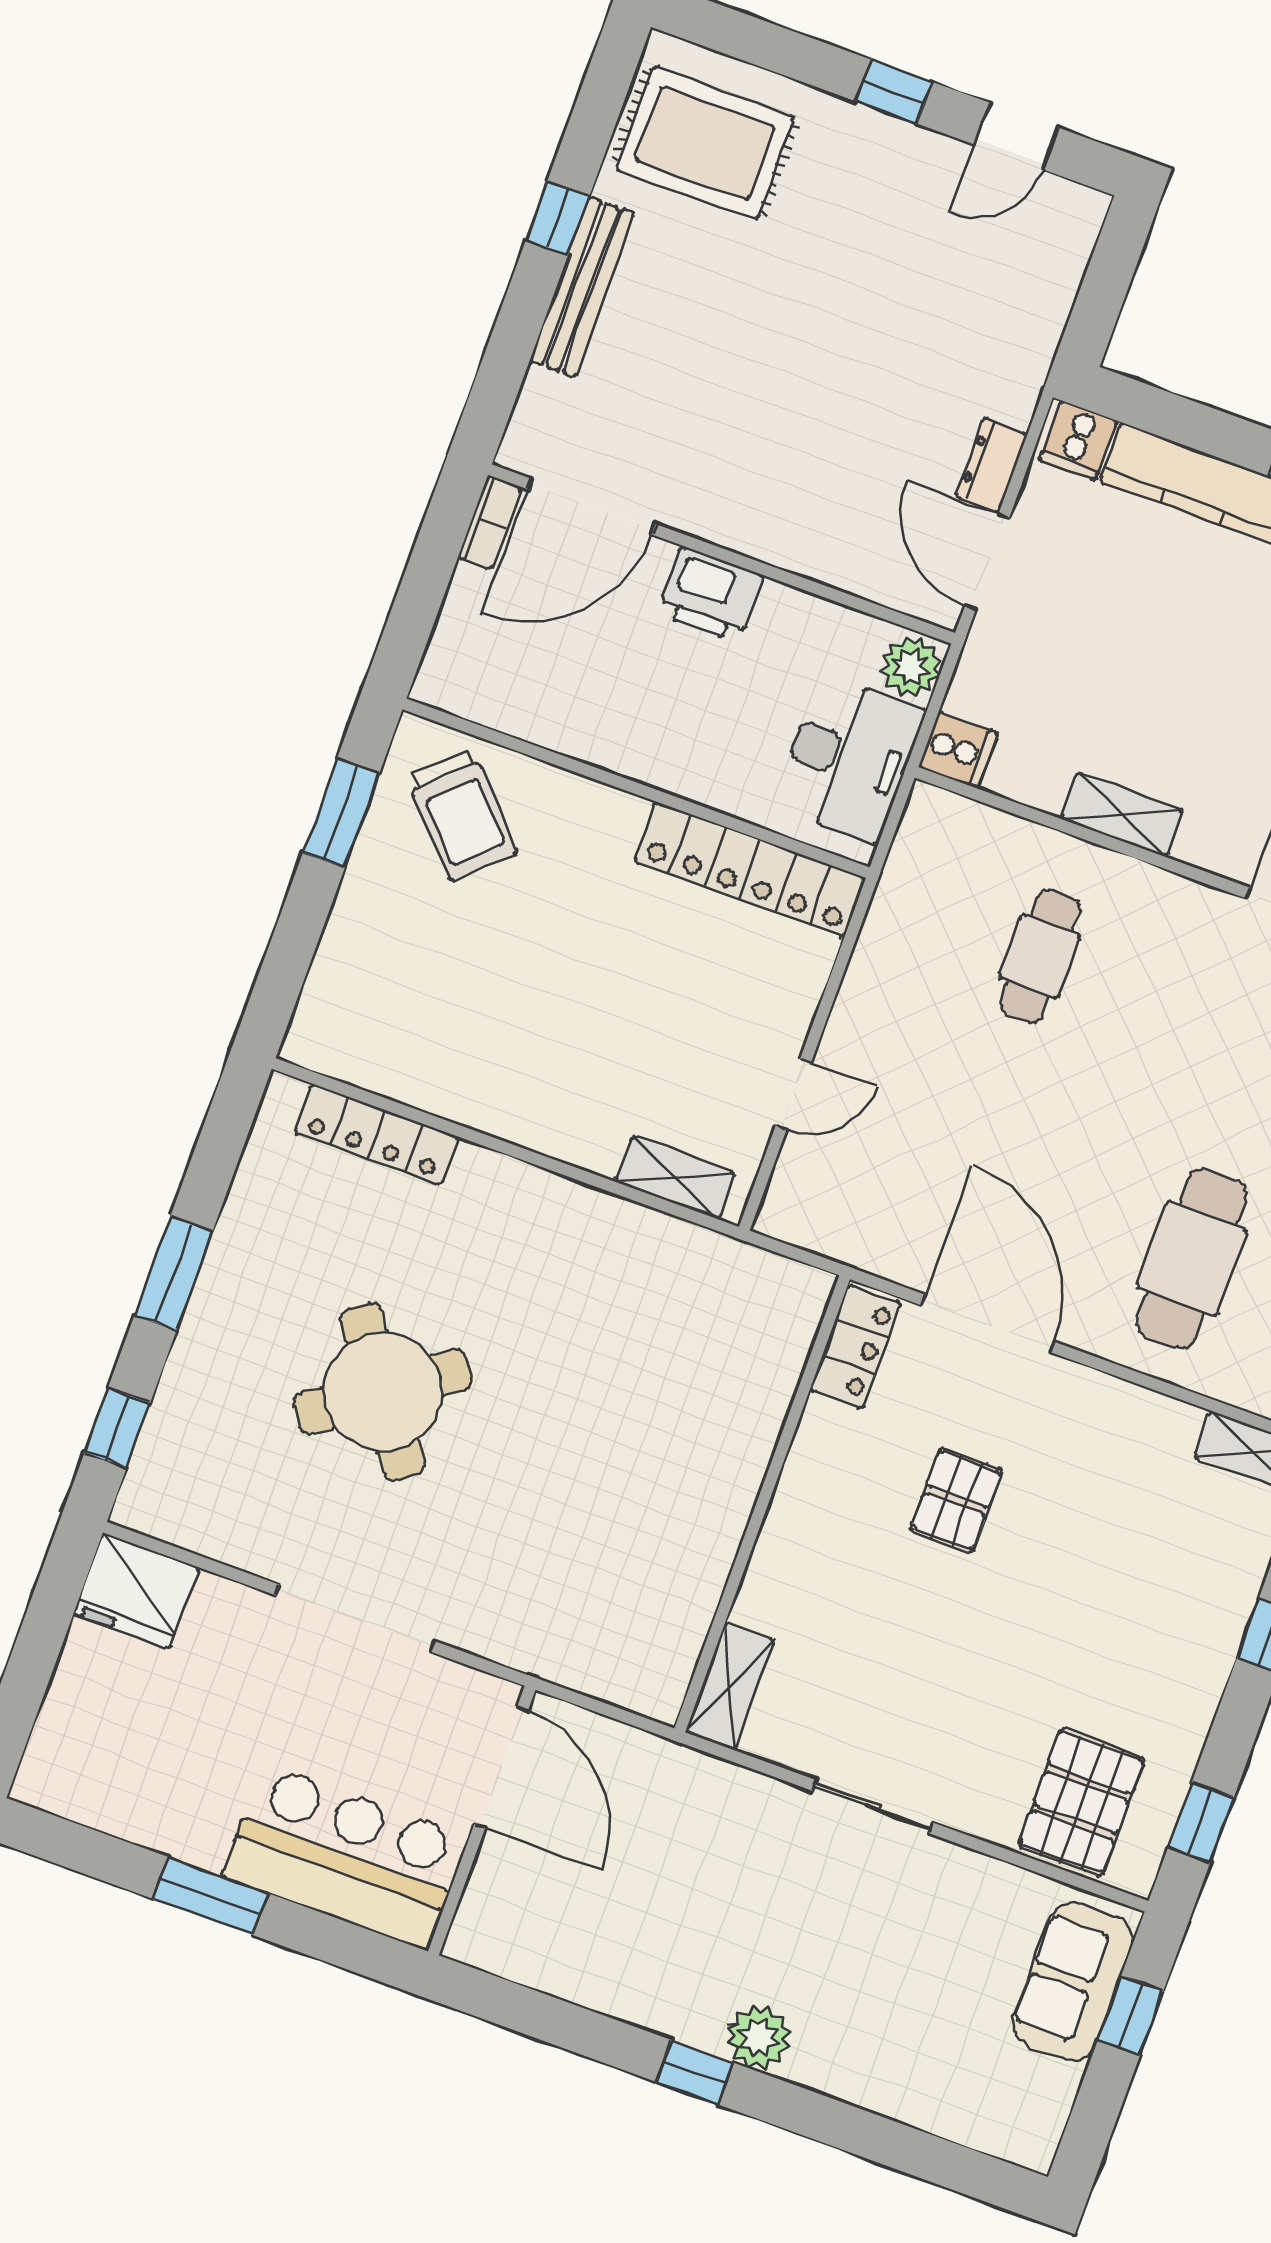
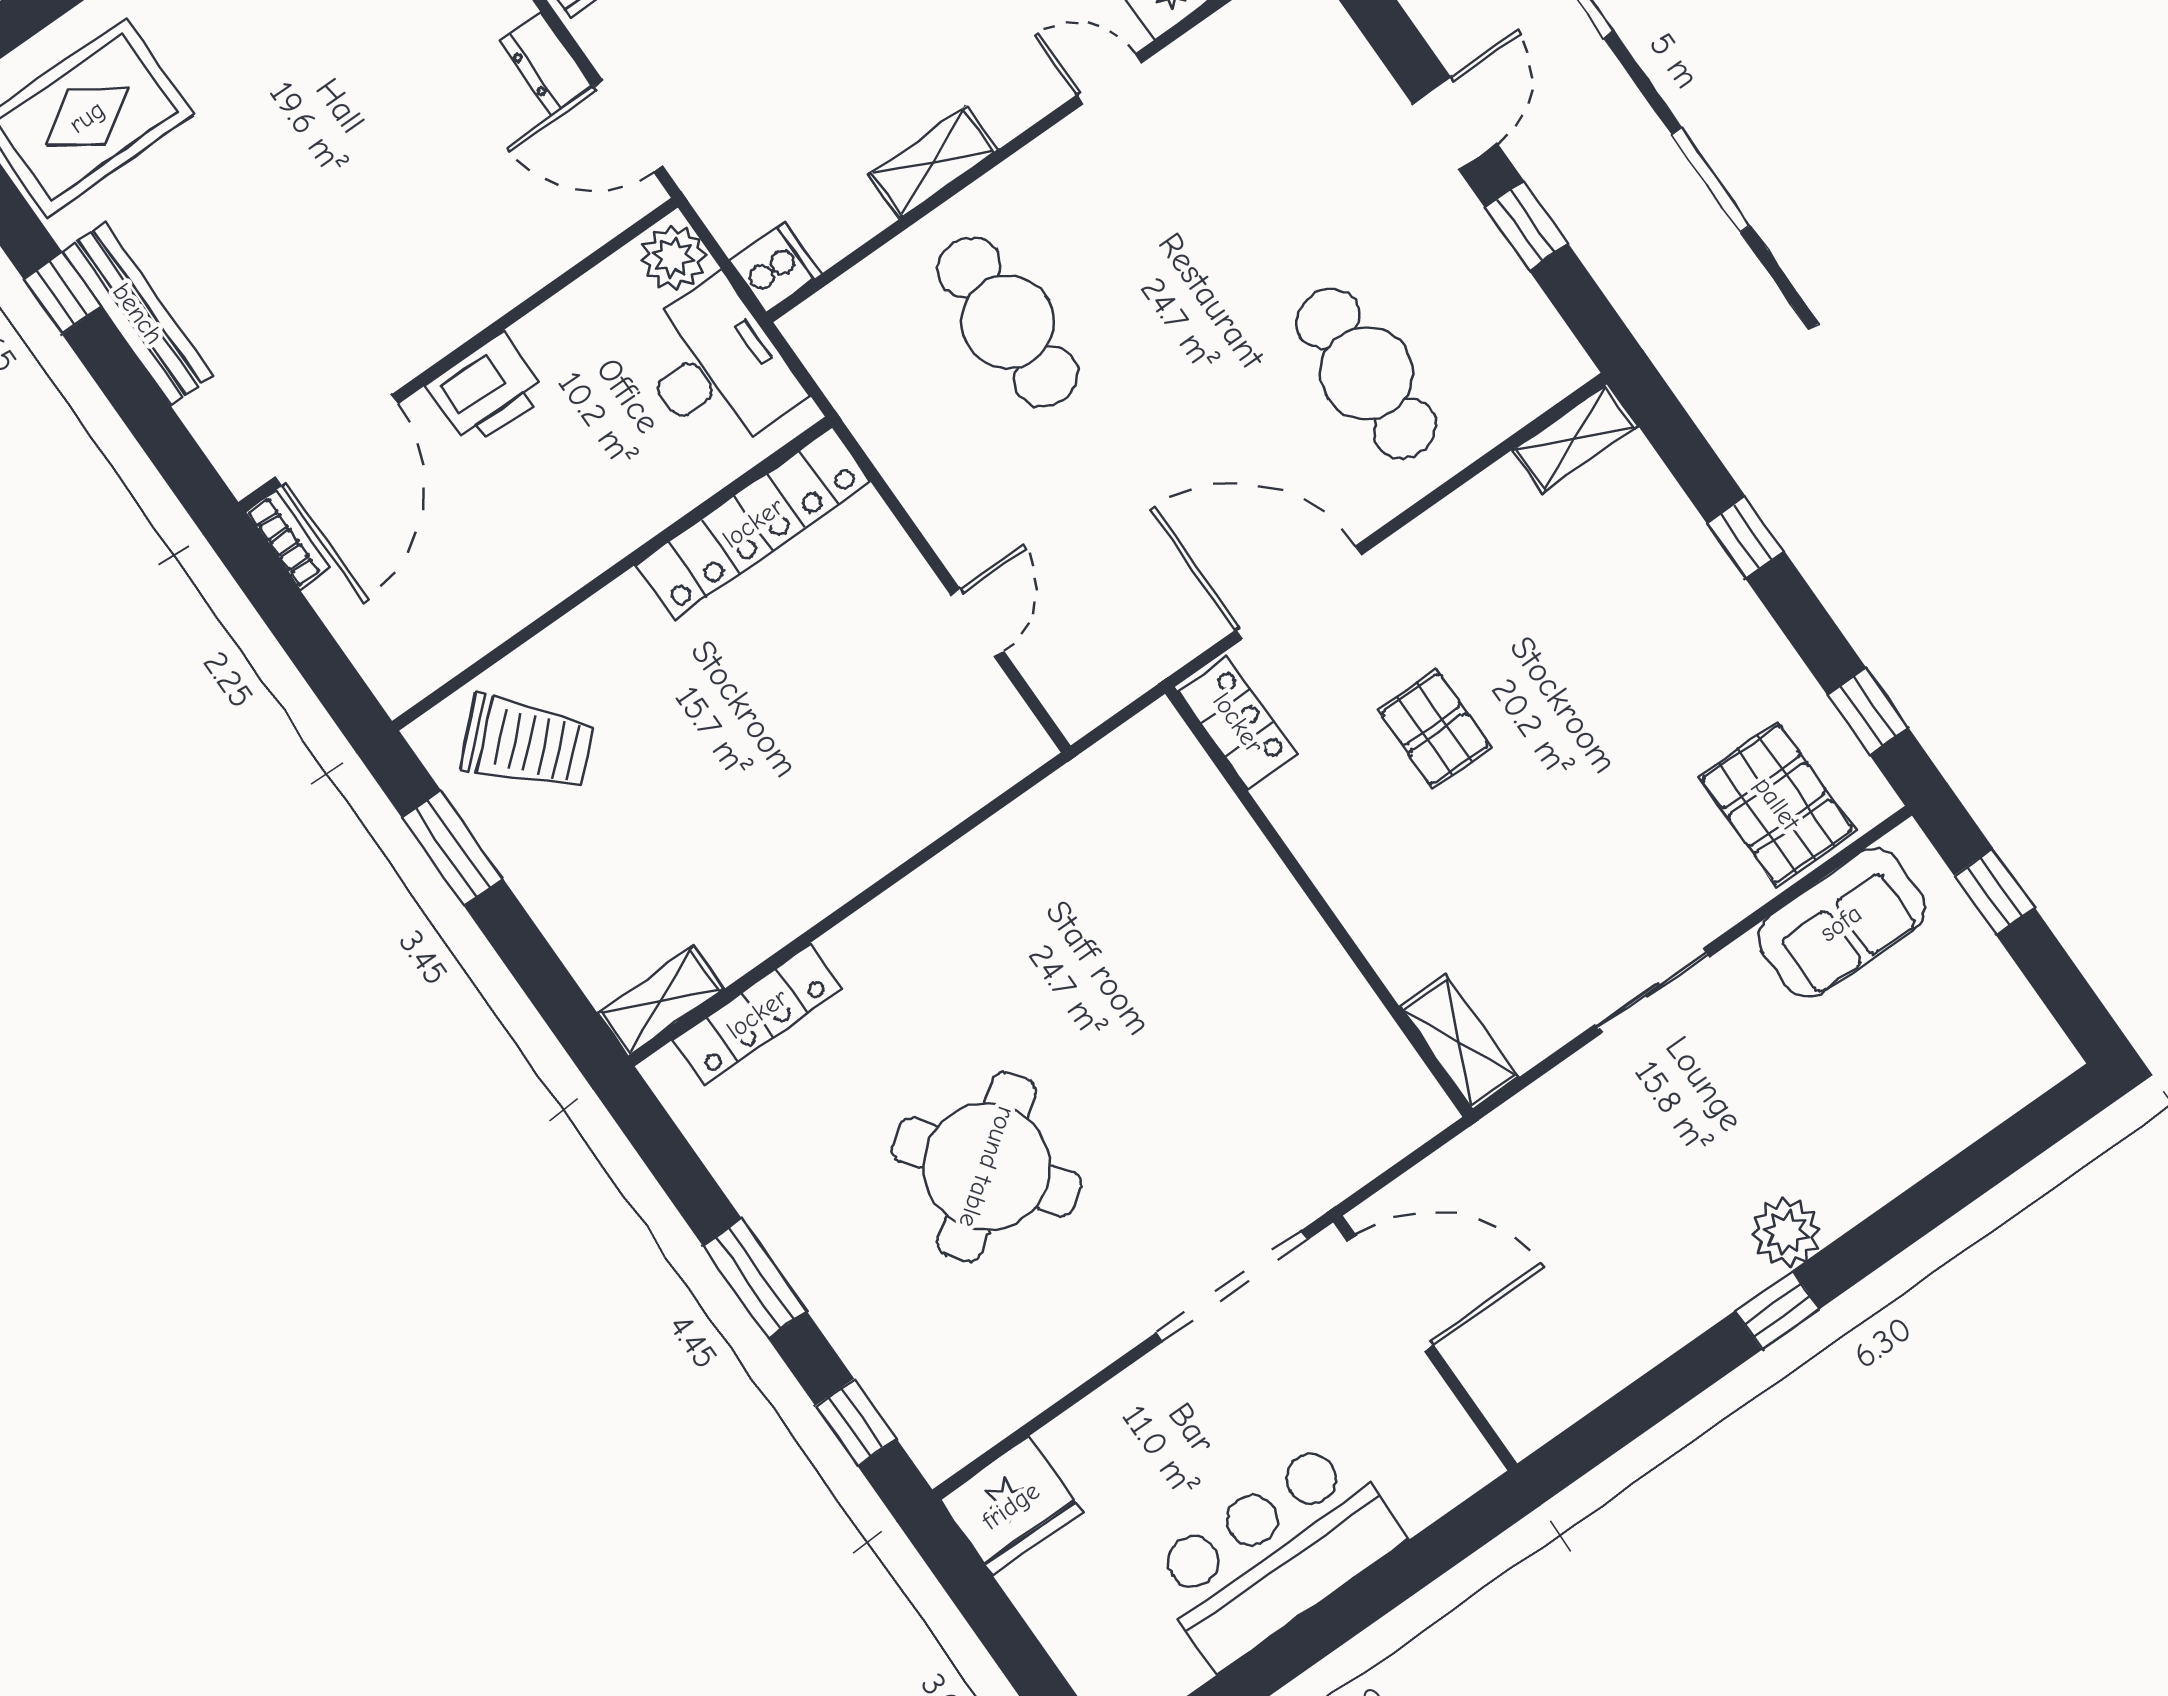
cafe table: (1040, 956) -> (1008, 322), width x1.37, depth x1.35
shelving: (675, 1178) -> (661, 1001), moved
doorway: (355, 1618) -> (1232, 1286), moved
bar counter: (346, 1857) -> (1276, 1553), moved
window: (211, 1896) -> (1325, 1628), removed
sofa: (1073, 1982) -> (1841, 923), moved, turned -90

